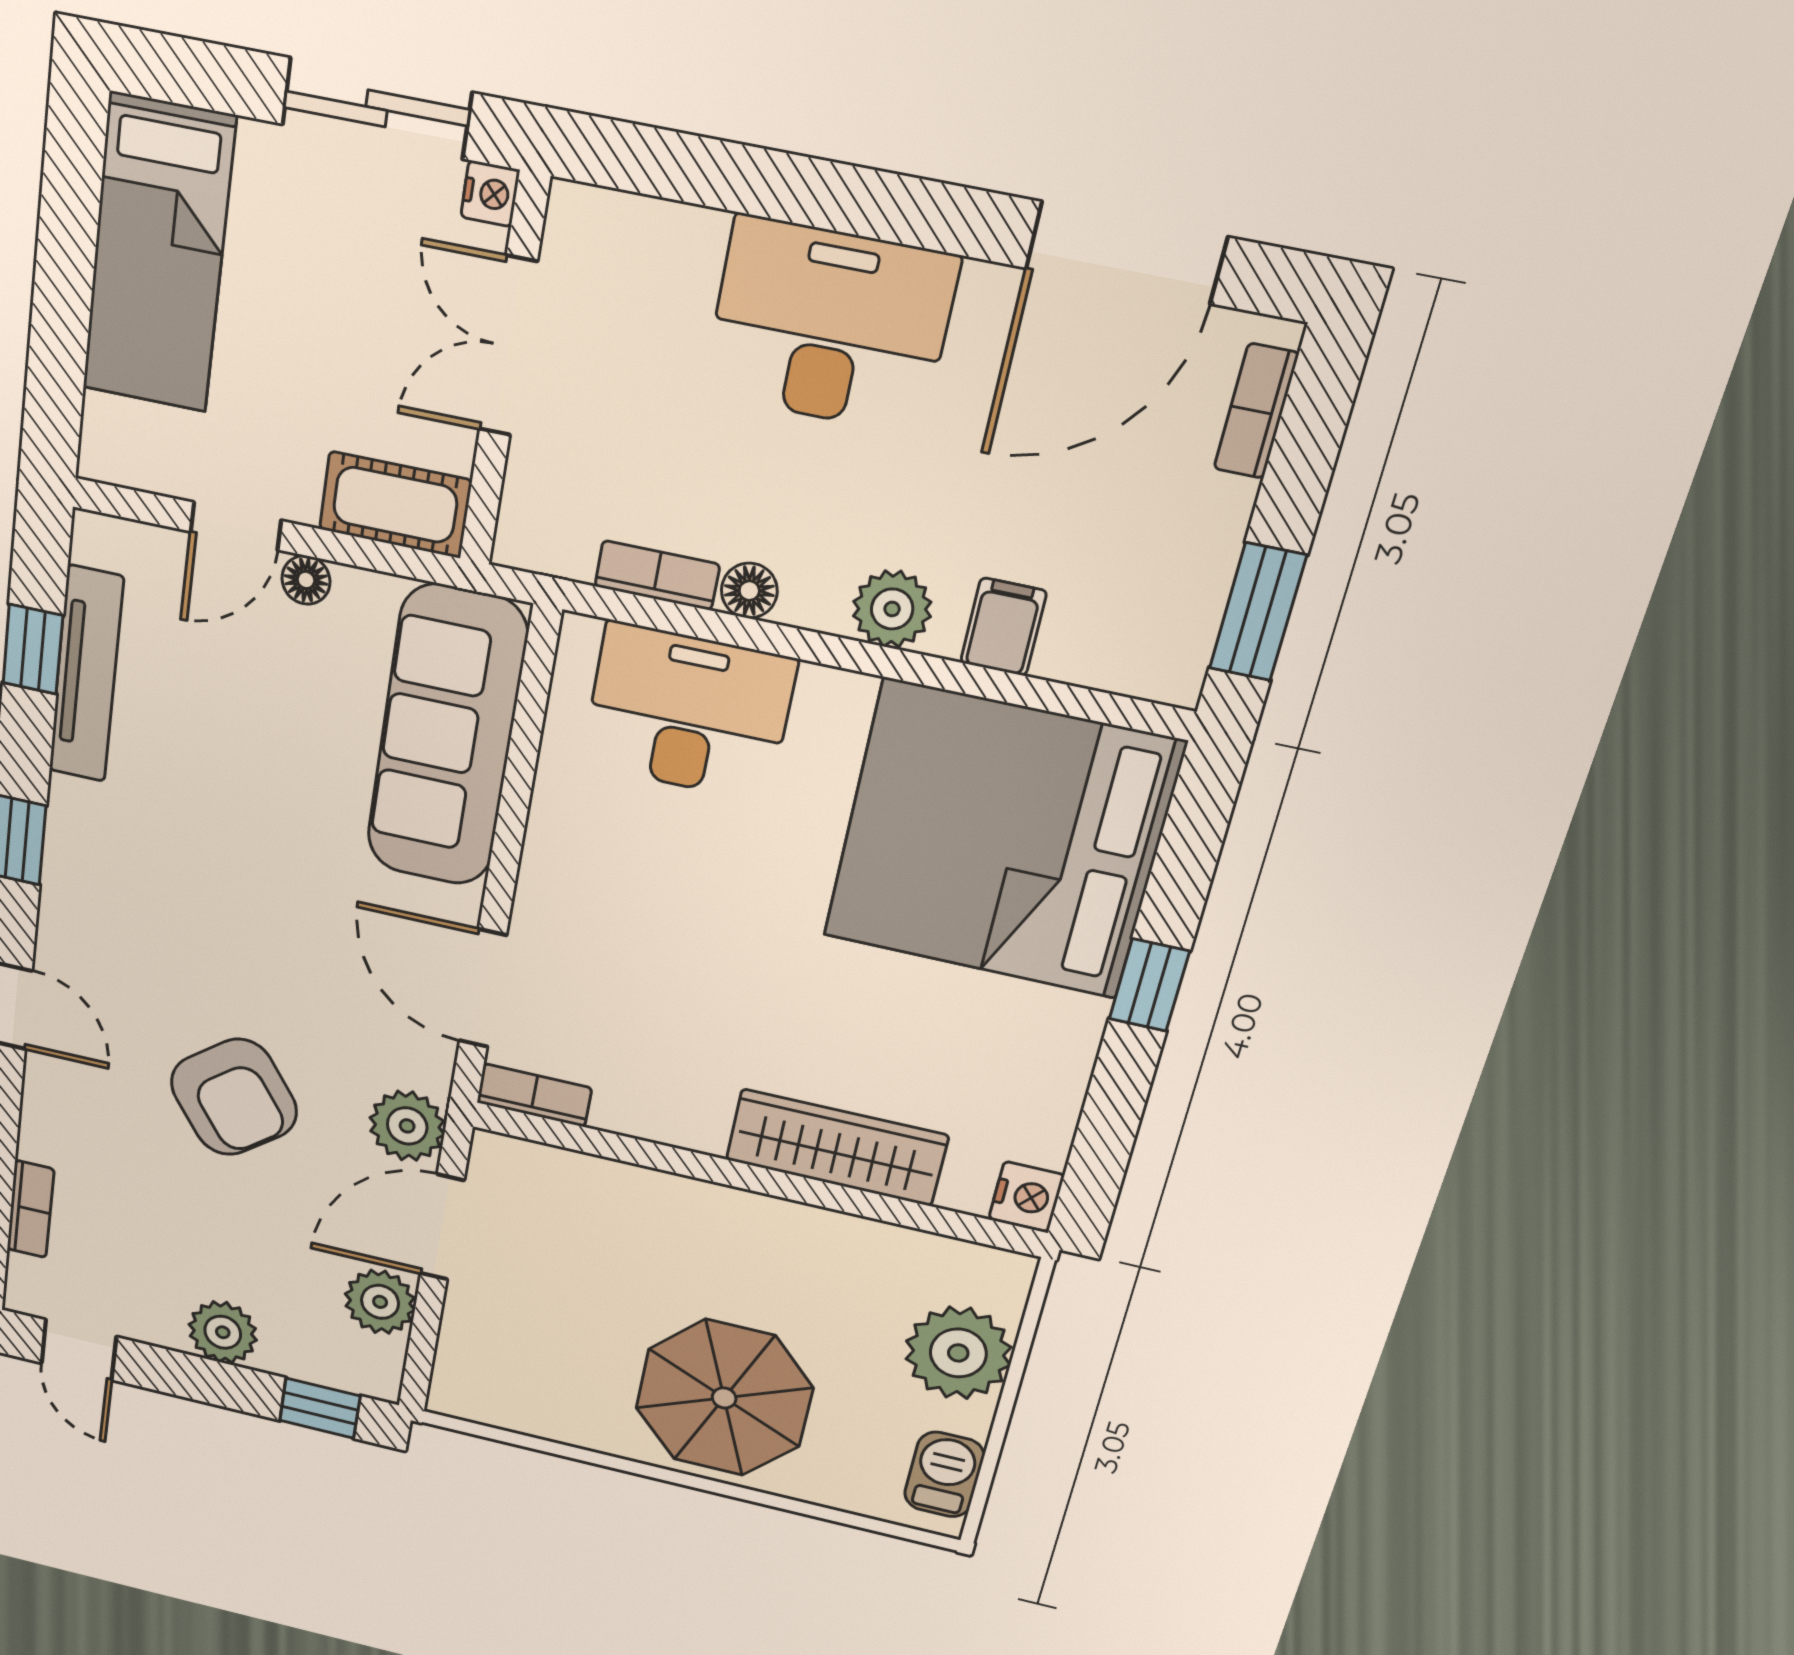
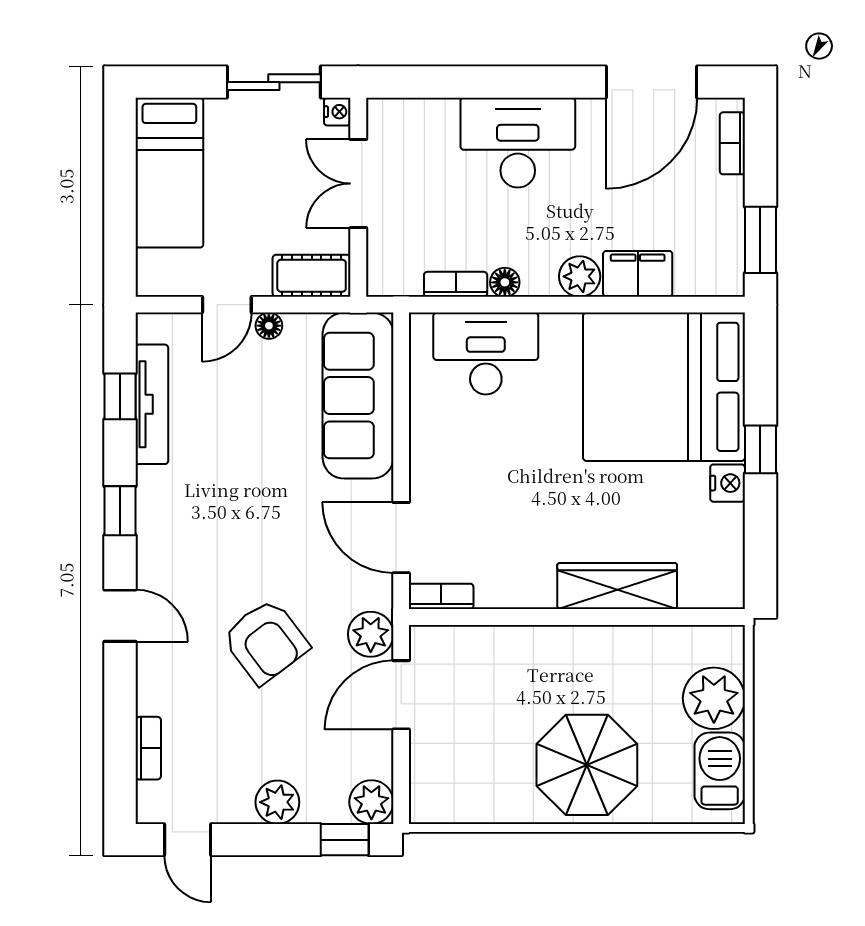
filing cabinet: (1003, 627) -> (638, 274), width x2.00
nightstand: (1026, 1197) -> (728, 483), moved
plant: (380, 1302) -> (371, 802), moved
barbecue: (944, 1475) -> (720, 771), width x1.38, depth x1.27

